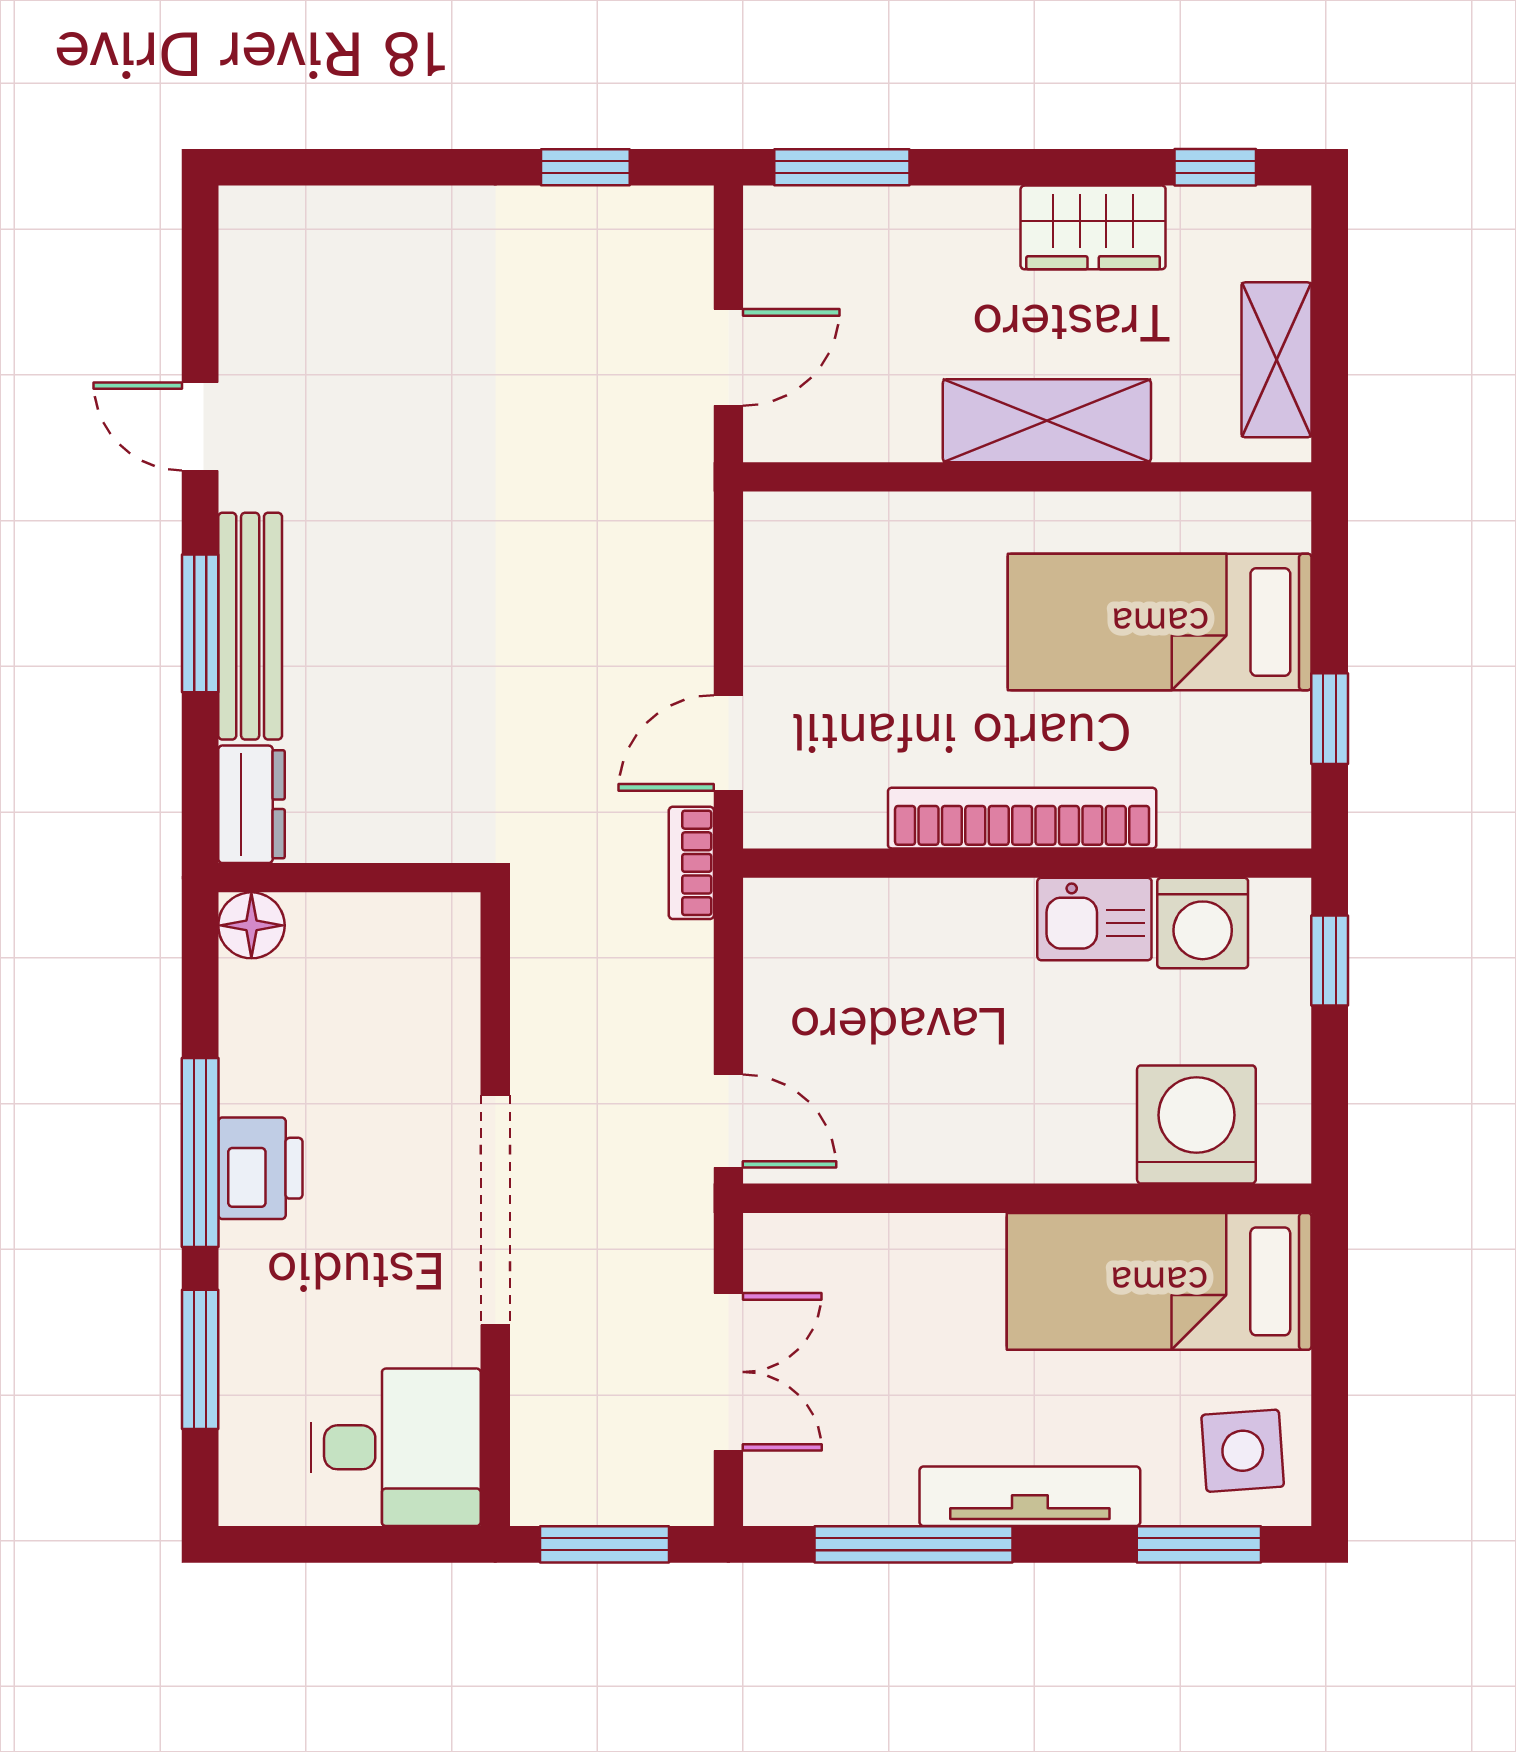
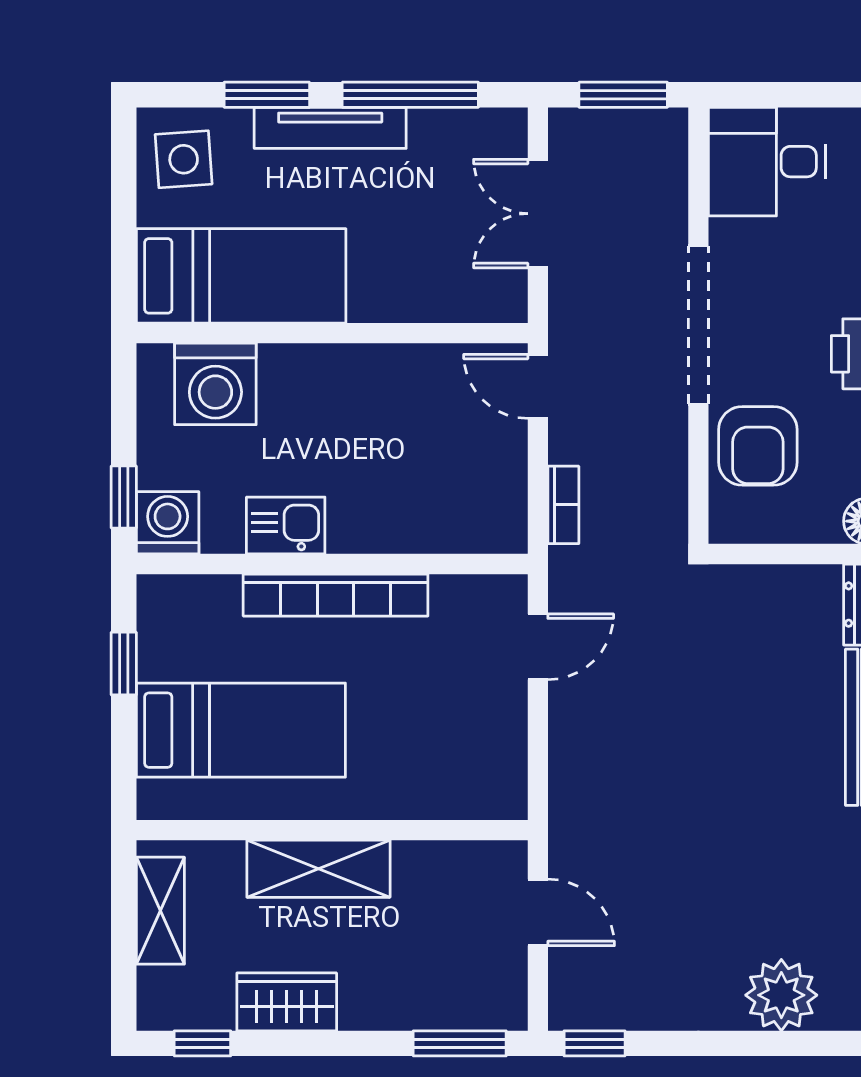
window: (585, 167) -> (595, 1043), moved
plant: (375, 237) -> (781, 995), added
door: (728, 357) -> (538, 912), swing flipped
bookcase: (691, 863) -> (563, 505), moved
washing machine: (1203, 923) -> (168, 523), moved
armchair: (409, 1035) -> (758, 446), added
window: (1199, 1544) -> (267, 95), moved

